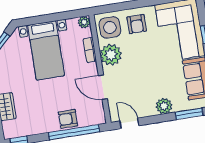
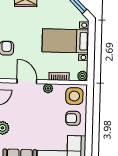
plant: (111, 55) -> (48, 88), width x0.53, depth x0.53
door: (103, 87) -> (27, 81), hinge flipped

